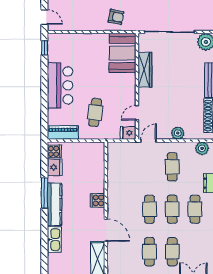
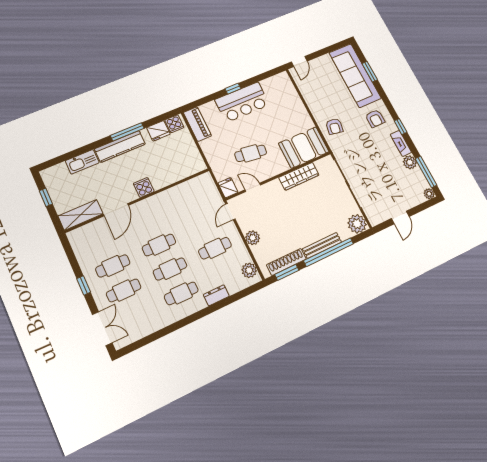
window: (44, 48) -> (233, 89), moved
cafe table: (95, 112) -> (251, 153), moved
door: (149, 141) -> (230, 212), swing flipped

